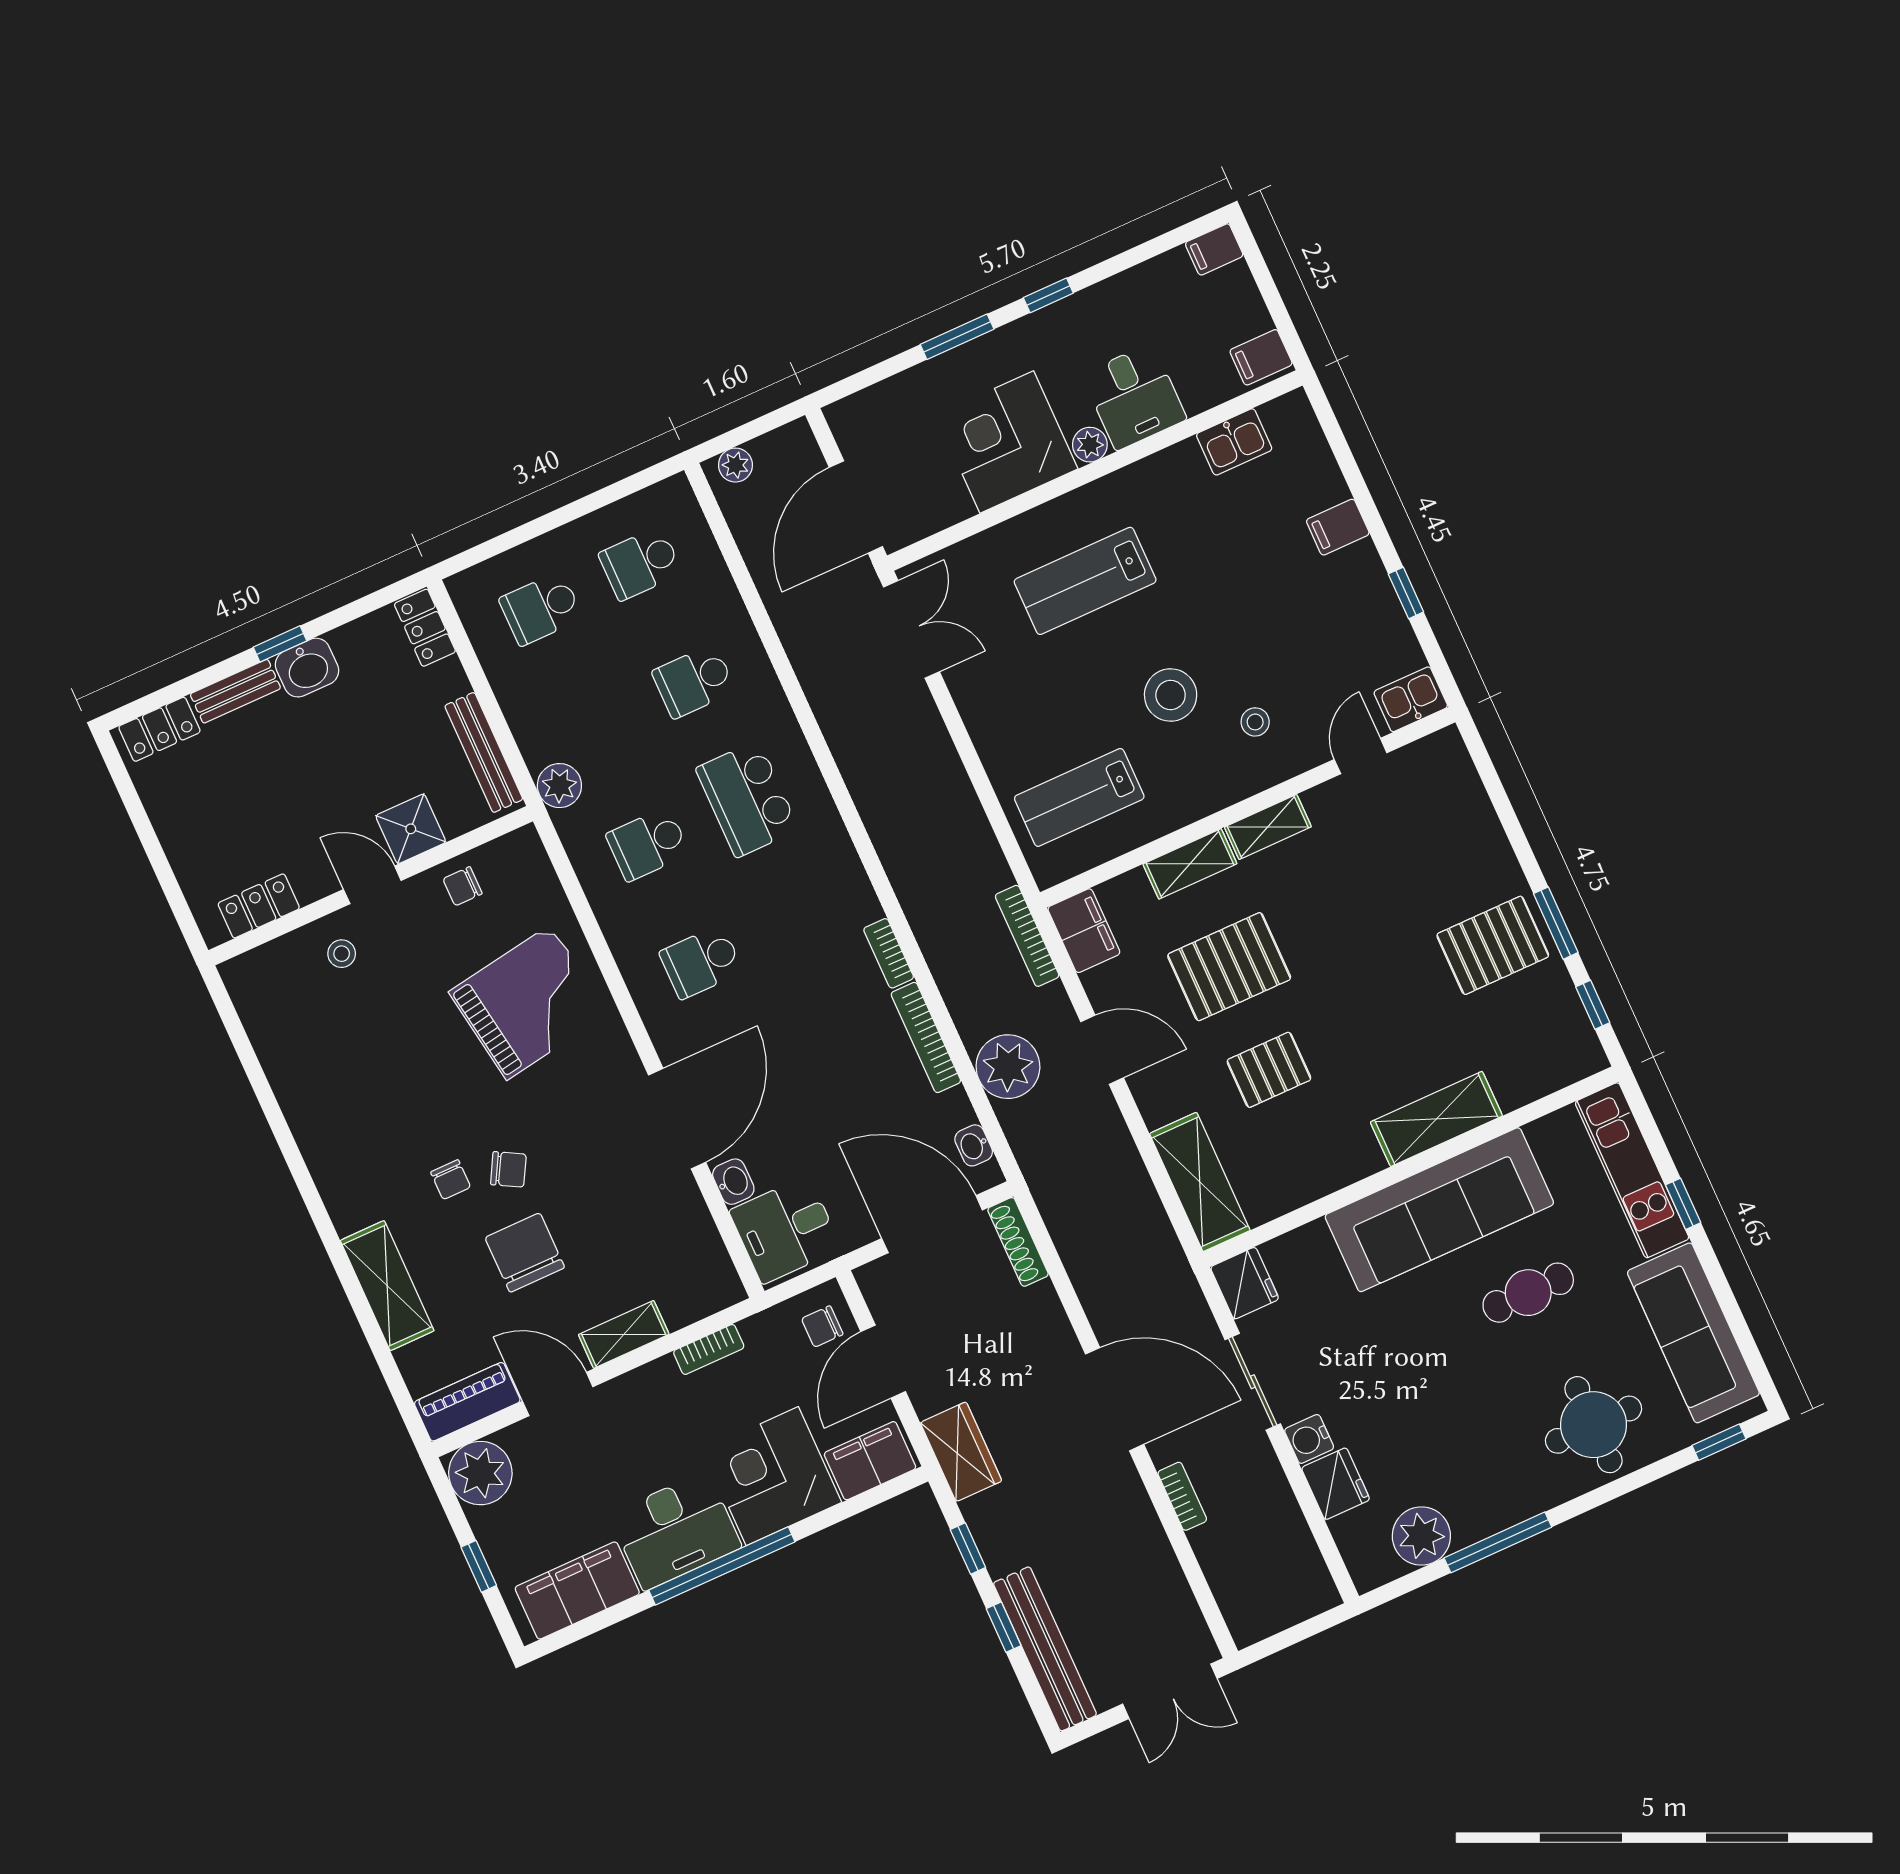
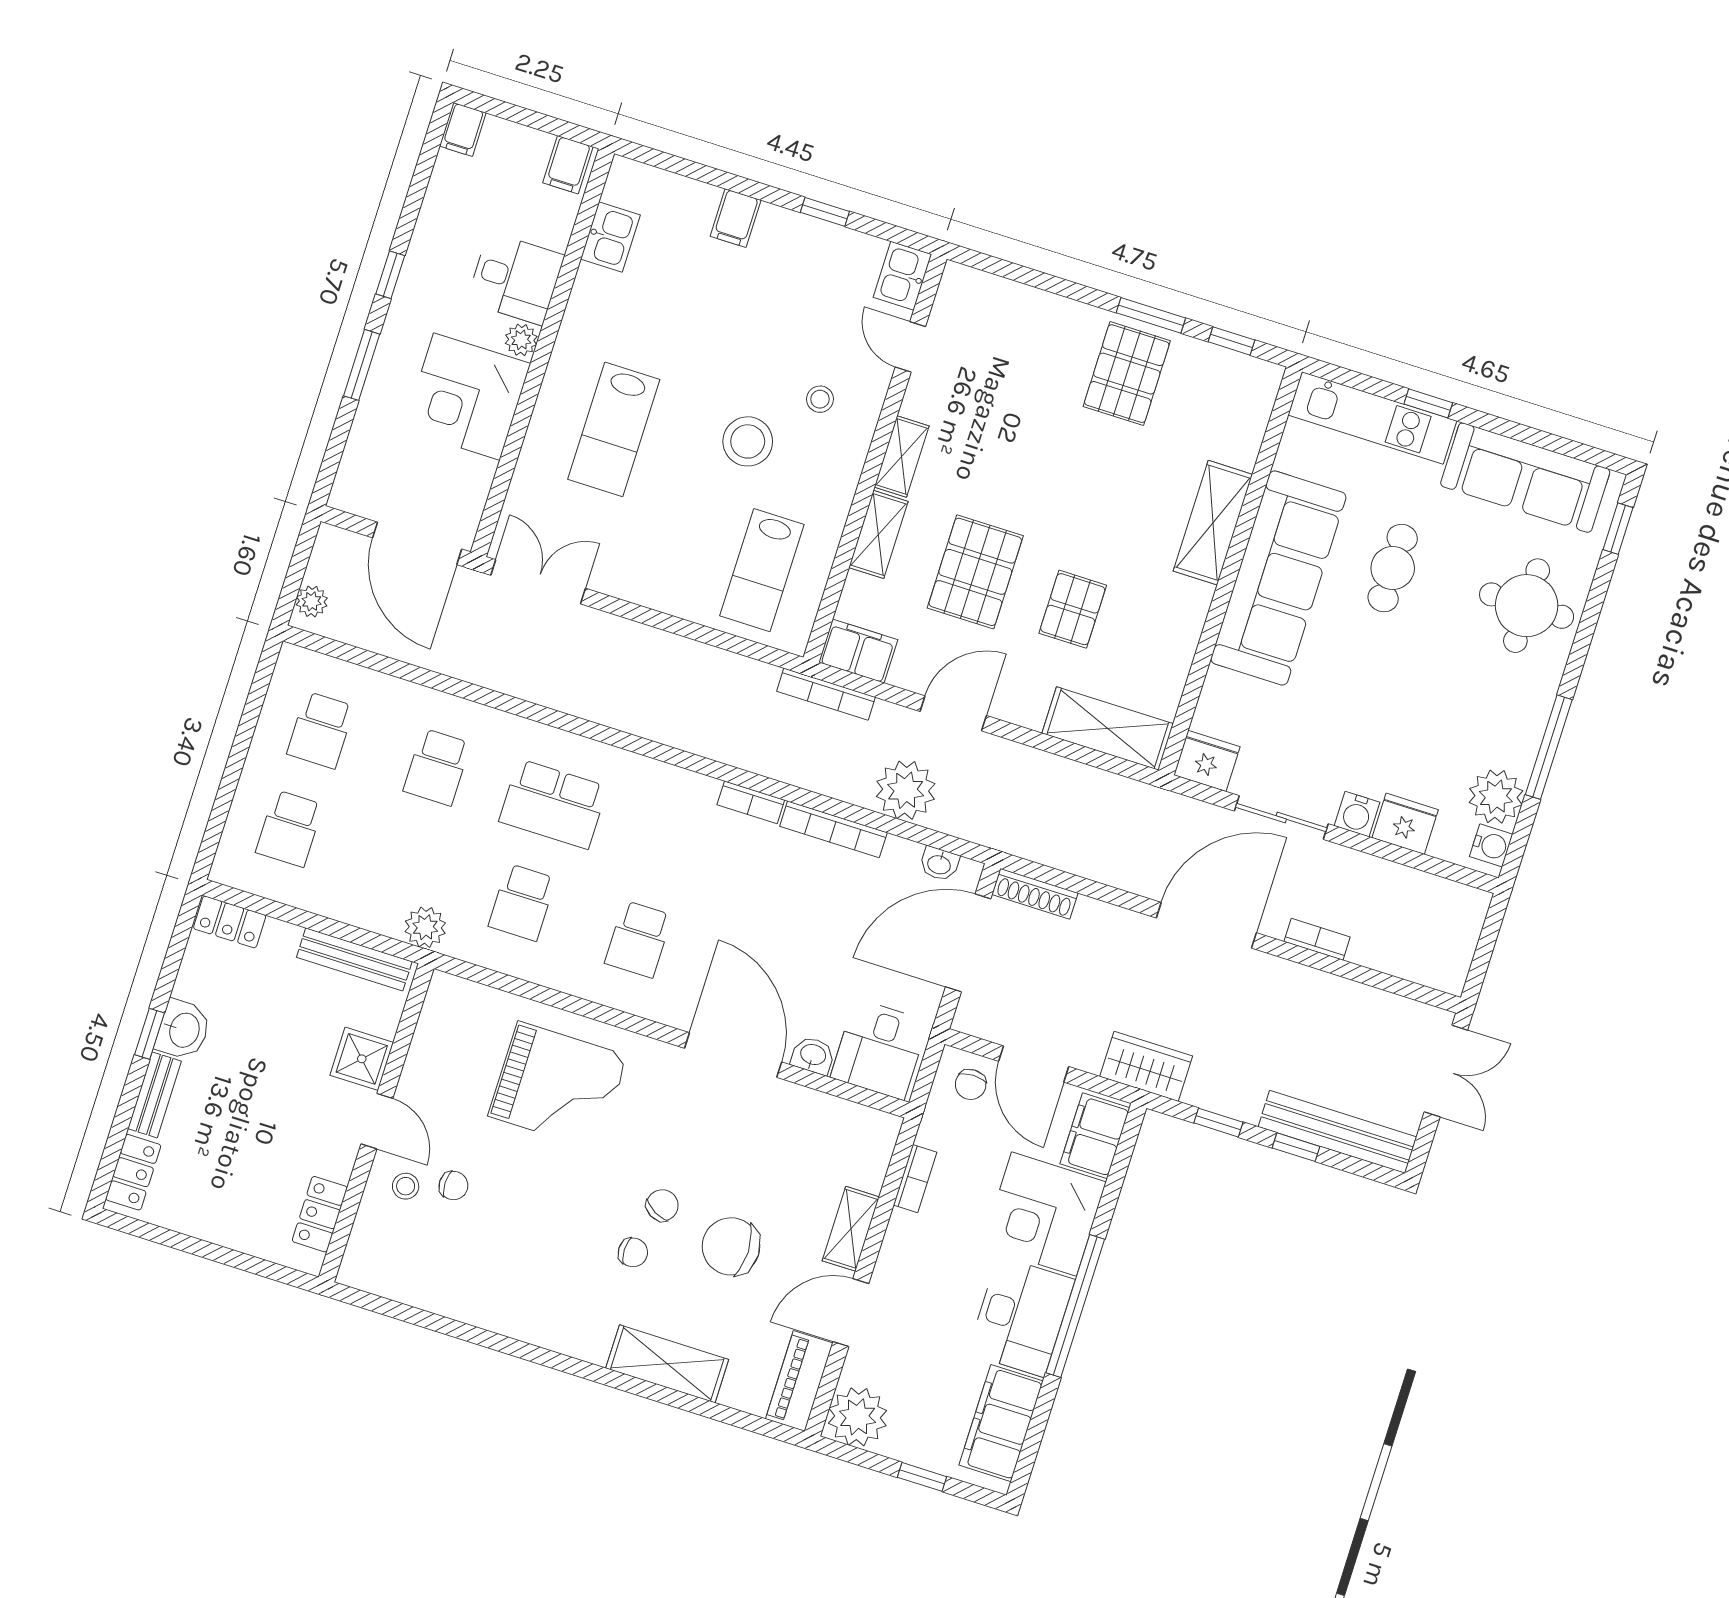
door: (372, 885) -> (377, 1121), swing flipped
chair: (463, 886) -> (453, 1186), moved, turned -90
grand piano: (529, 1002) -> (558, 1086), turned 99
water cooler: (1380, 1567) -> (1491, 845), added

